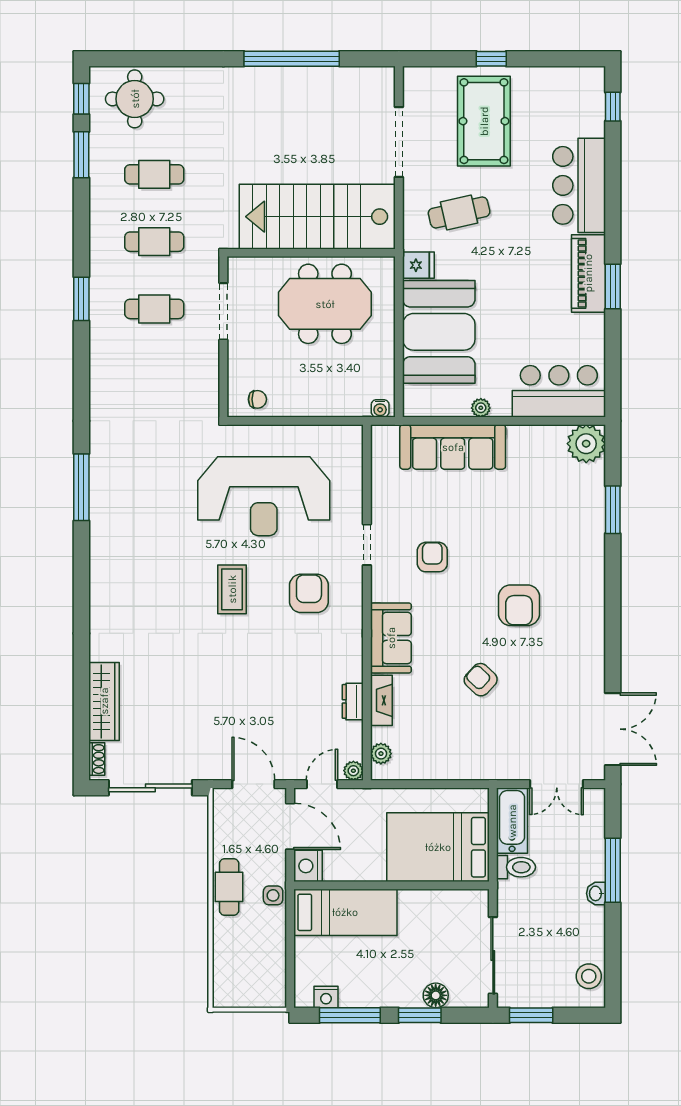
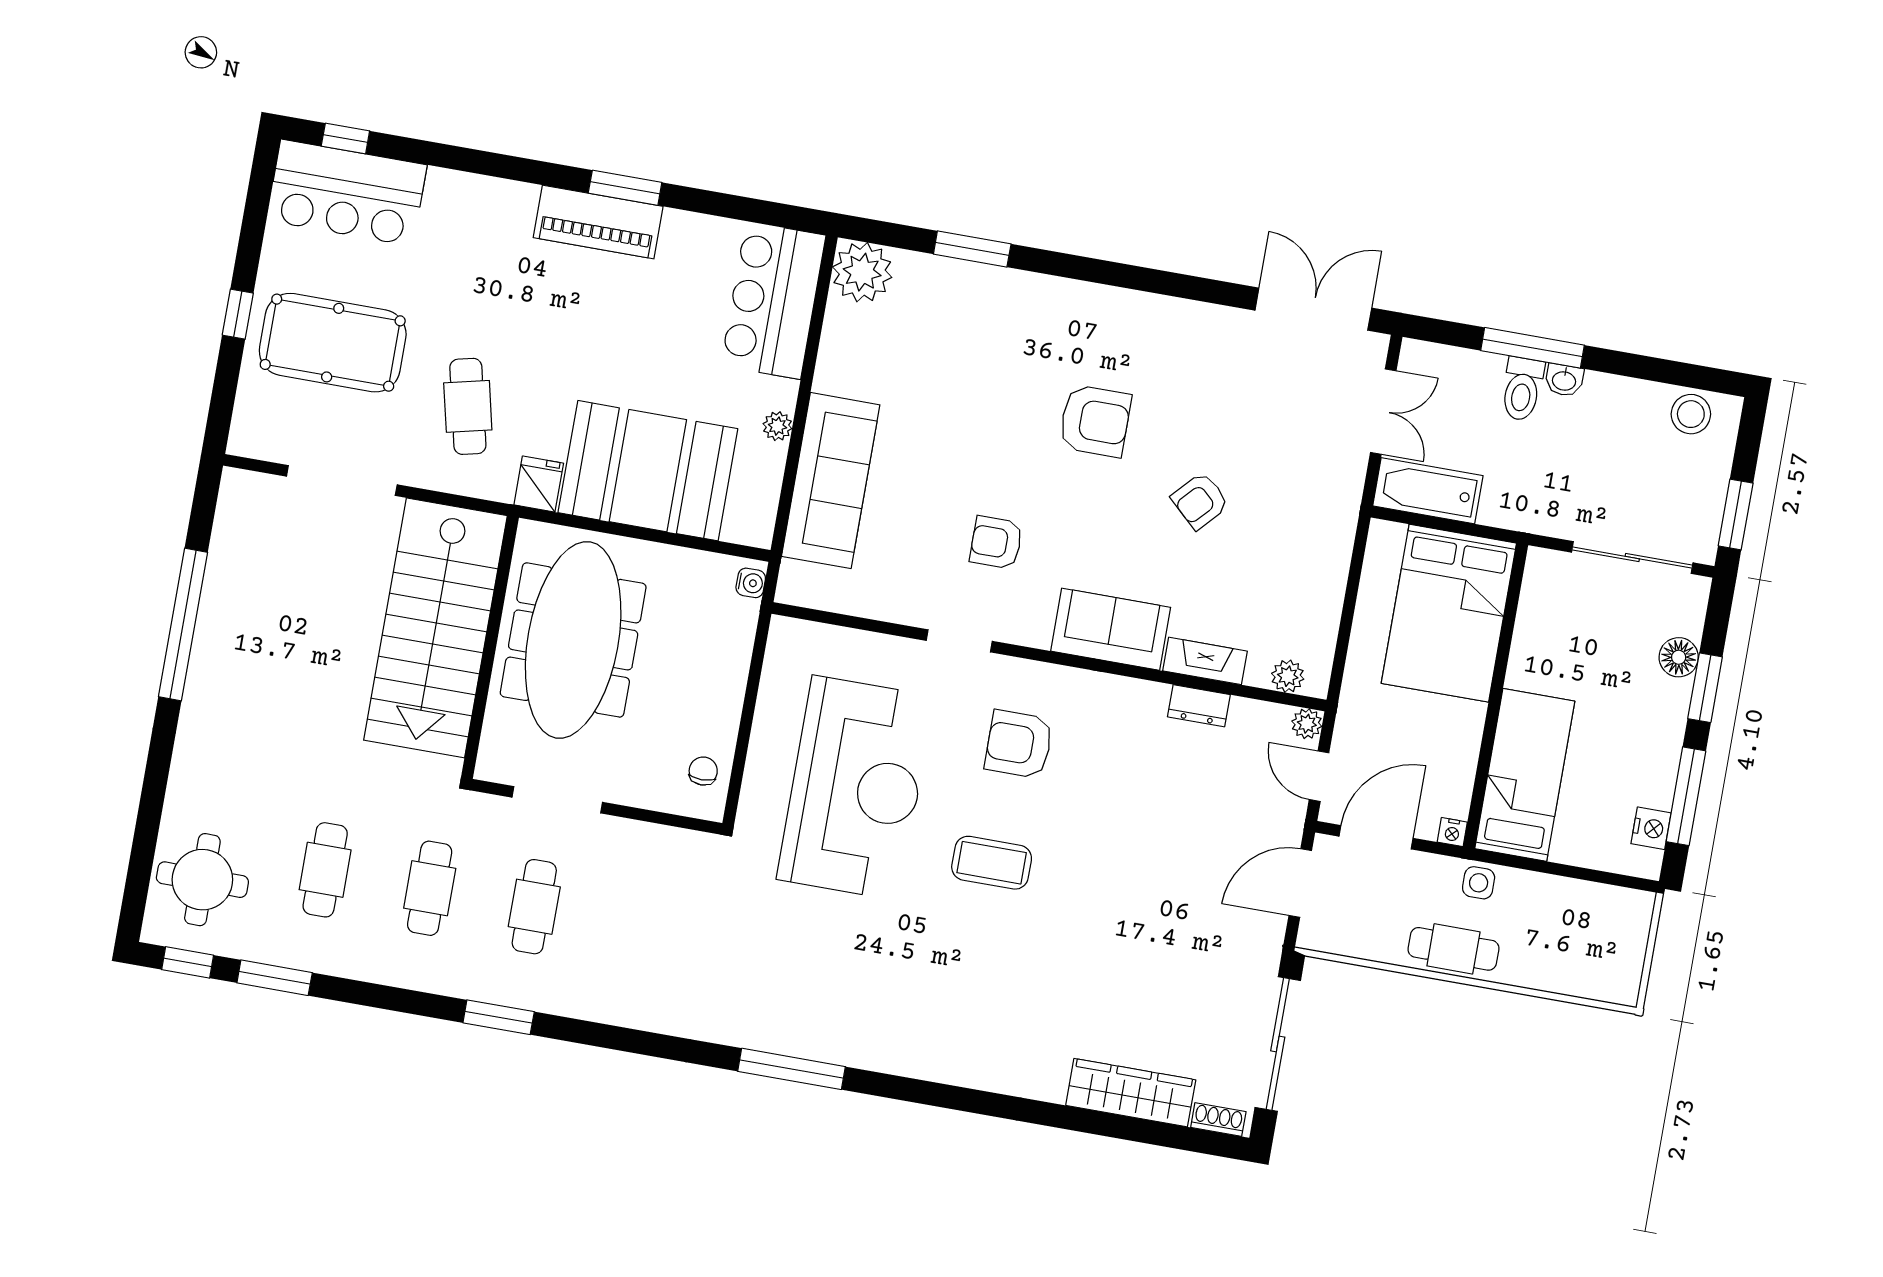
bar counter: (579, 185) -> (347, 193), moved
meeting table: (325, 304) -> (573, 640), width x1.36
nightstand: (308, 866) -> (1452, 832), width x0.53, depth x0.56
toilet: (516, 867) -> (1522, 389), moved, turned 180

